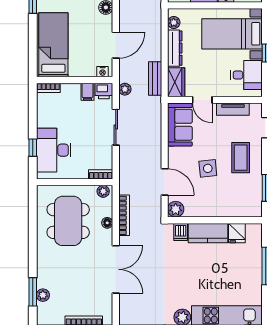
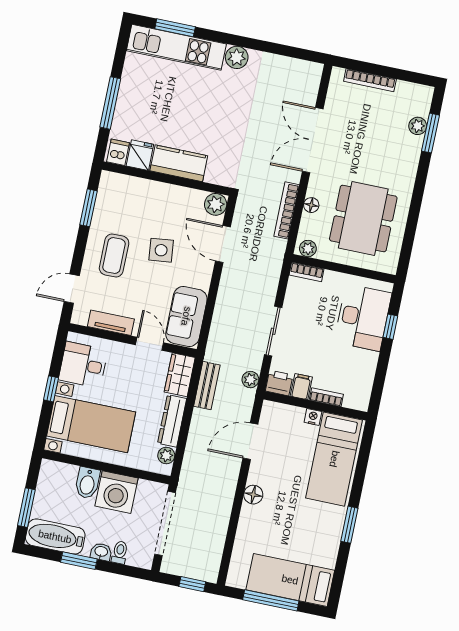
nightstand: (103, 72) -> (313, 417), moved
bookcase: (48, 88) -> (326, 397), moved
dishwasher: (181, 232) -> (118, 152), moved

